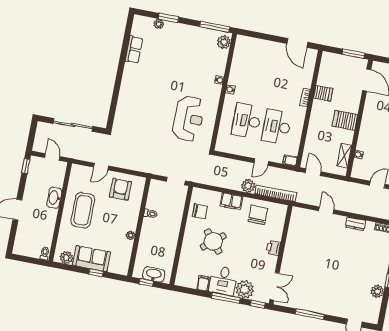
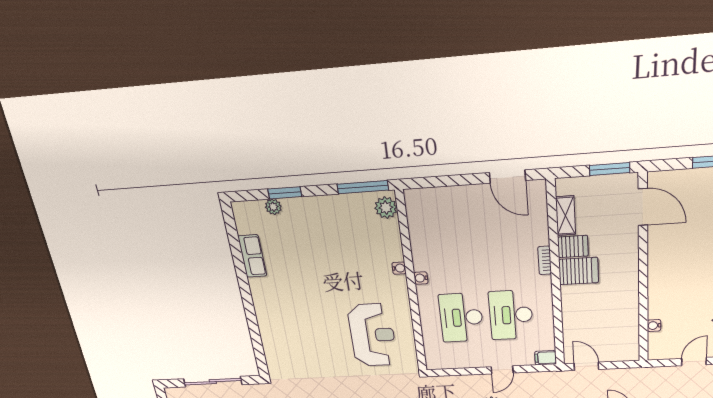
server rack: (345, 120) -> (579, 271), moved, turned 180
shelving: (344, 156) -> (566, 216), moved

